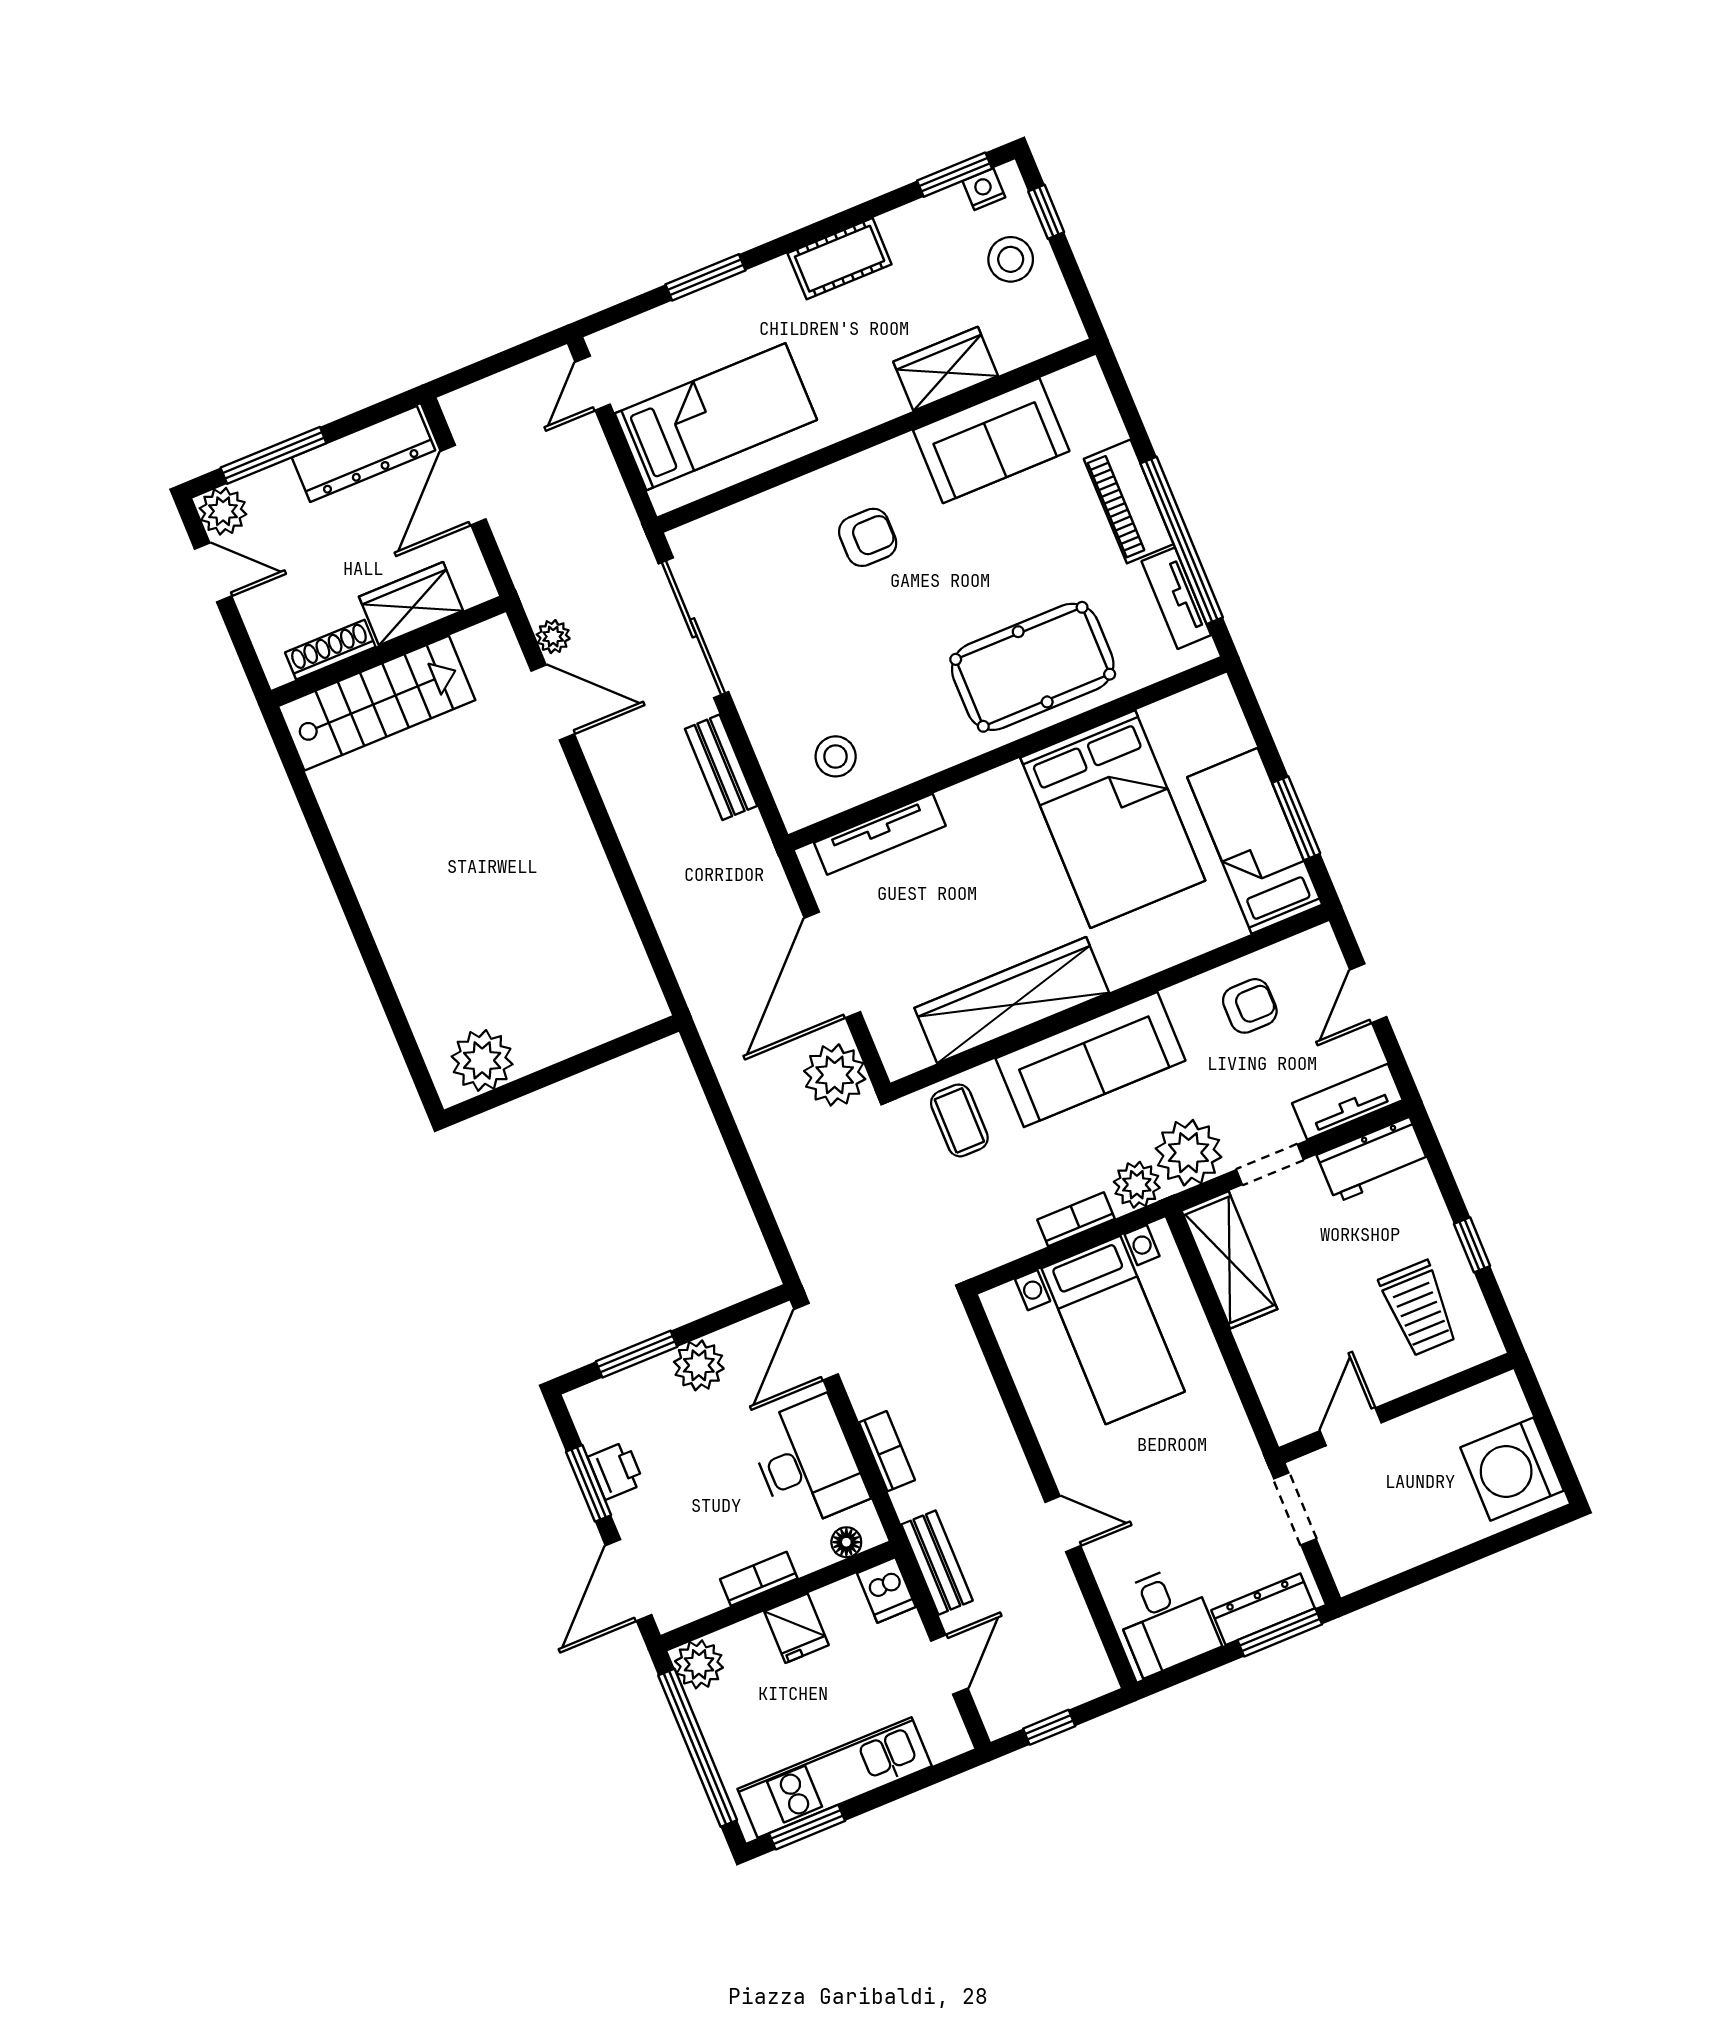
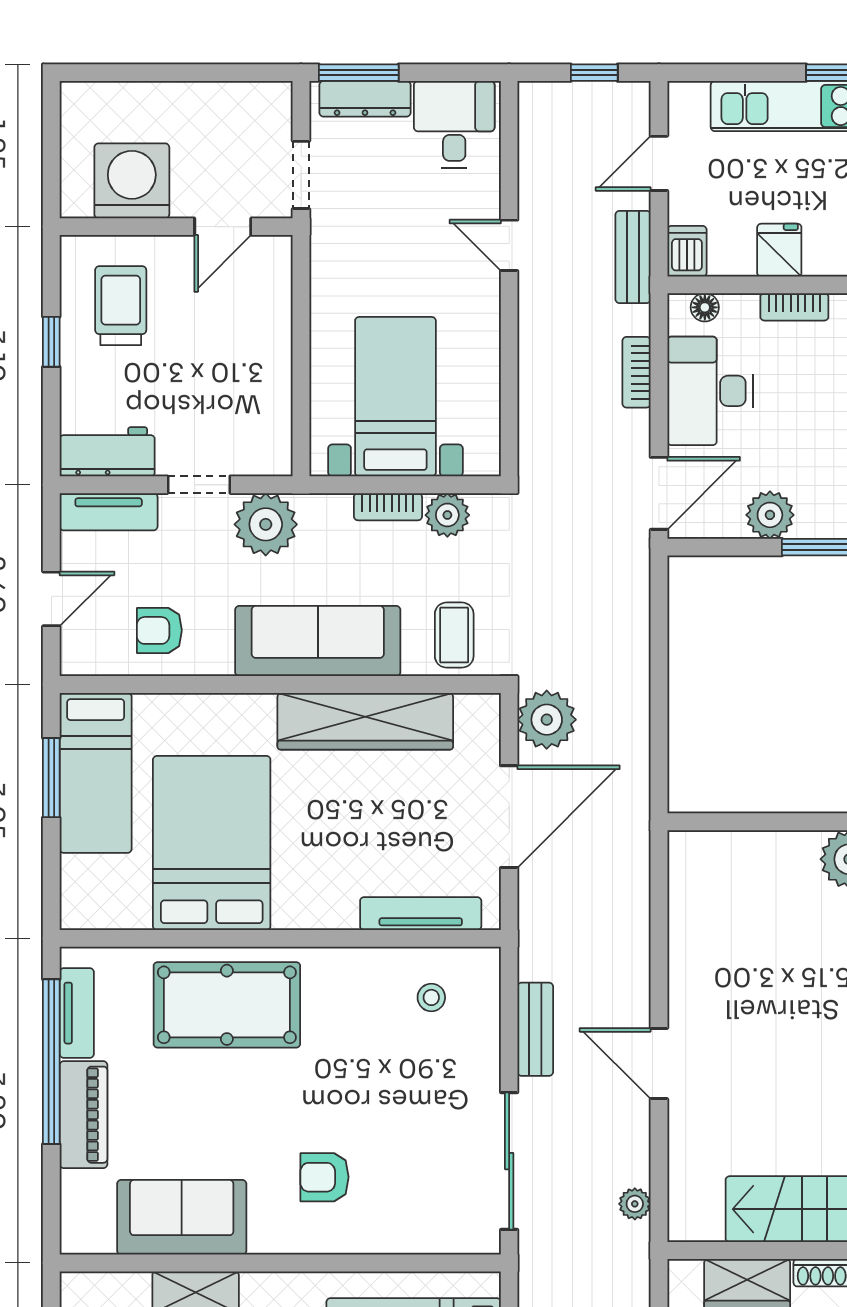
door: (553, 703) -> (659, 1064), moved
stool: (836, 756) -> (431, 997), width x0.73, depth x0.73
plant: (1137, 1185) -> (447, 515), moved
shelving: (1229, 1260) -> (269, 416), removed
washing machine: (1512, 1469) -> (132, 181), moved, turned -90

